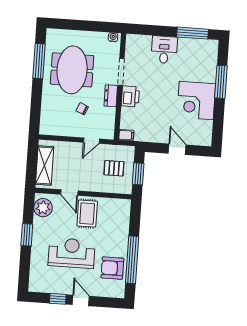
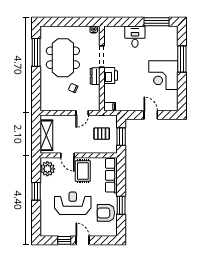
row of seats: (122, 221) -> (111, 175), added
window: (132, 260) -> (121, 205), width x0.47

